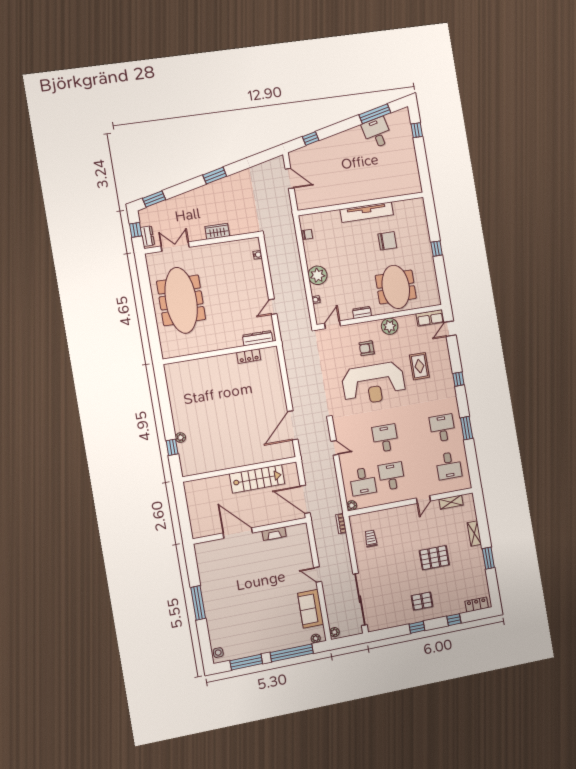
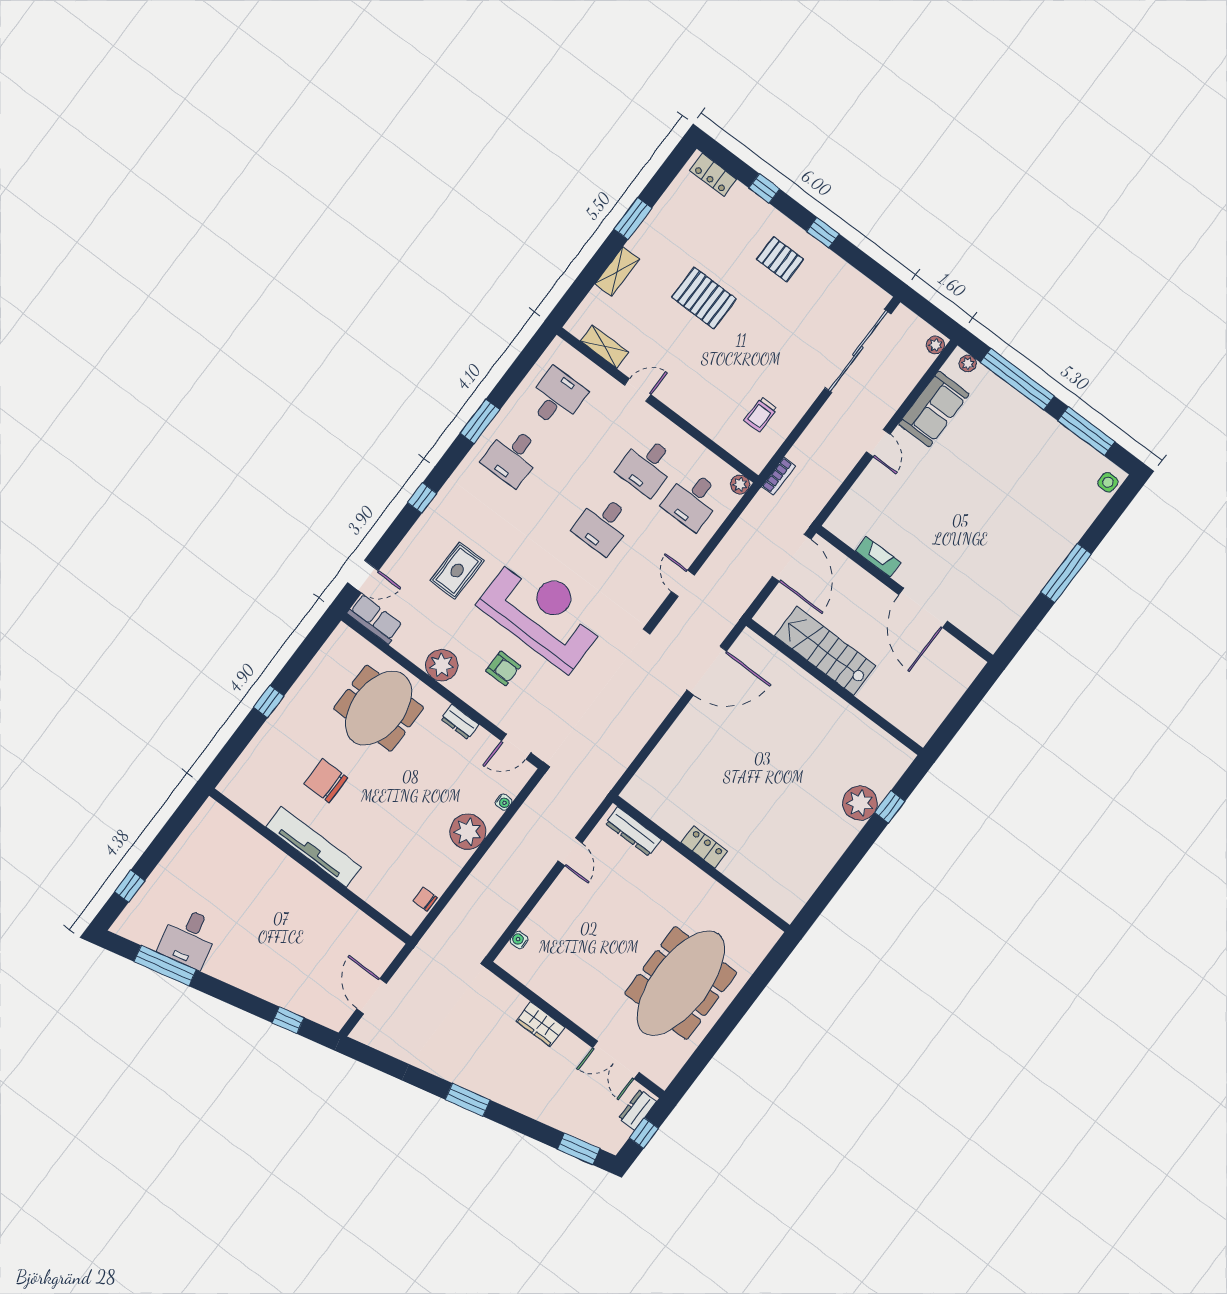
door: (273, 307) -> (570, 852), hinge flipped
locker: (249, 356) -> (704, 847), moved
plant: (180, 438) -> (860, 803), width x1.88, depth x1.88
desk: (363, 481) -> (692, 500), turned 180

